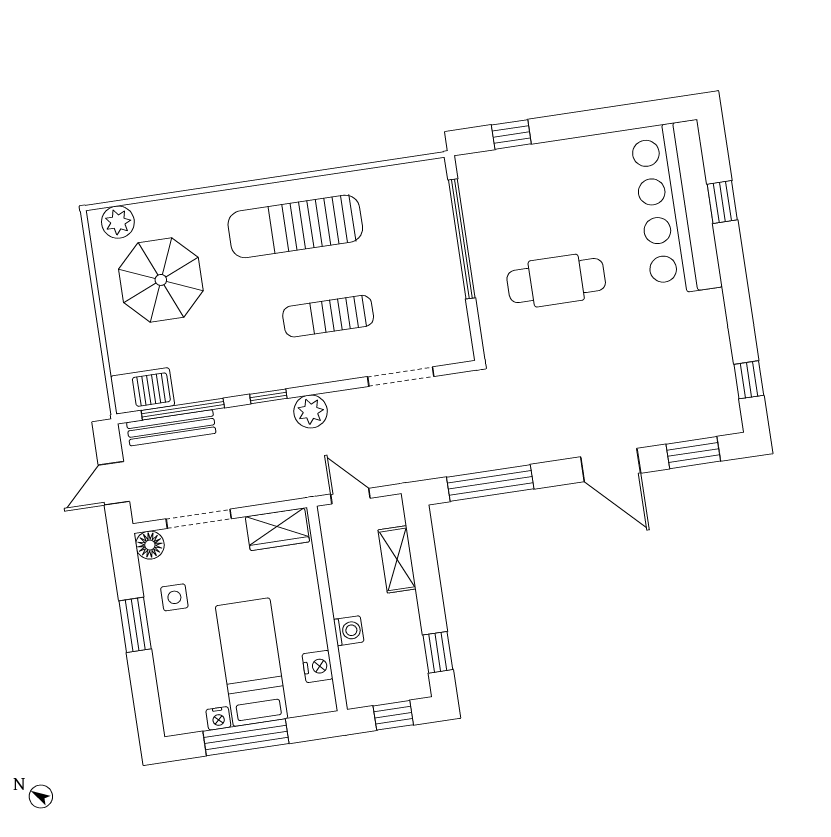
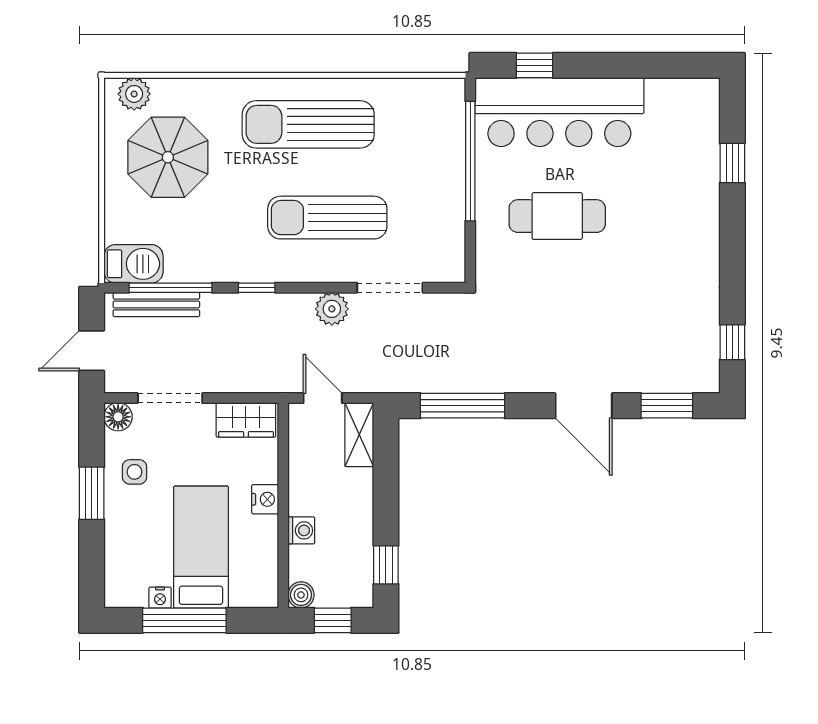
bar counter: (676, 208) -> (559, 112), moved, turned -90
sun lounger: (328, 316) -> (327, 218), width x1.36, depth x1.34
plant: (311, 411) -> (332, 309), moved
shelving: (397, 559) -> (359, 435), moved
nightstand: (317, 666) -> (265, 499), moved
boiler: (358, 695) -> (301, 595), added

